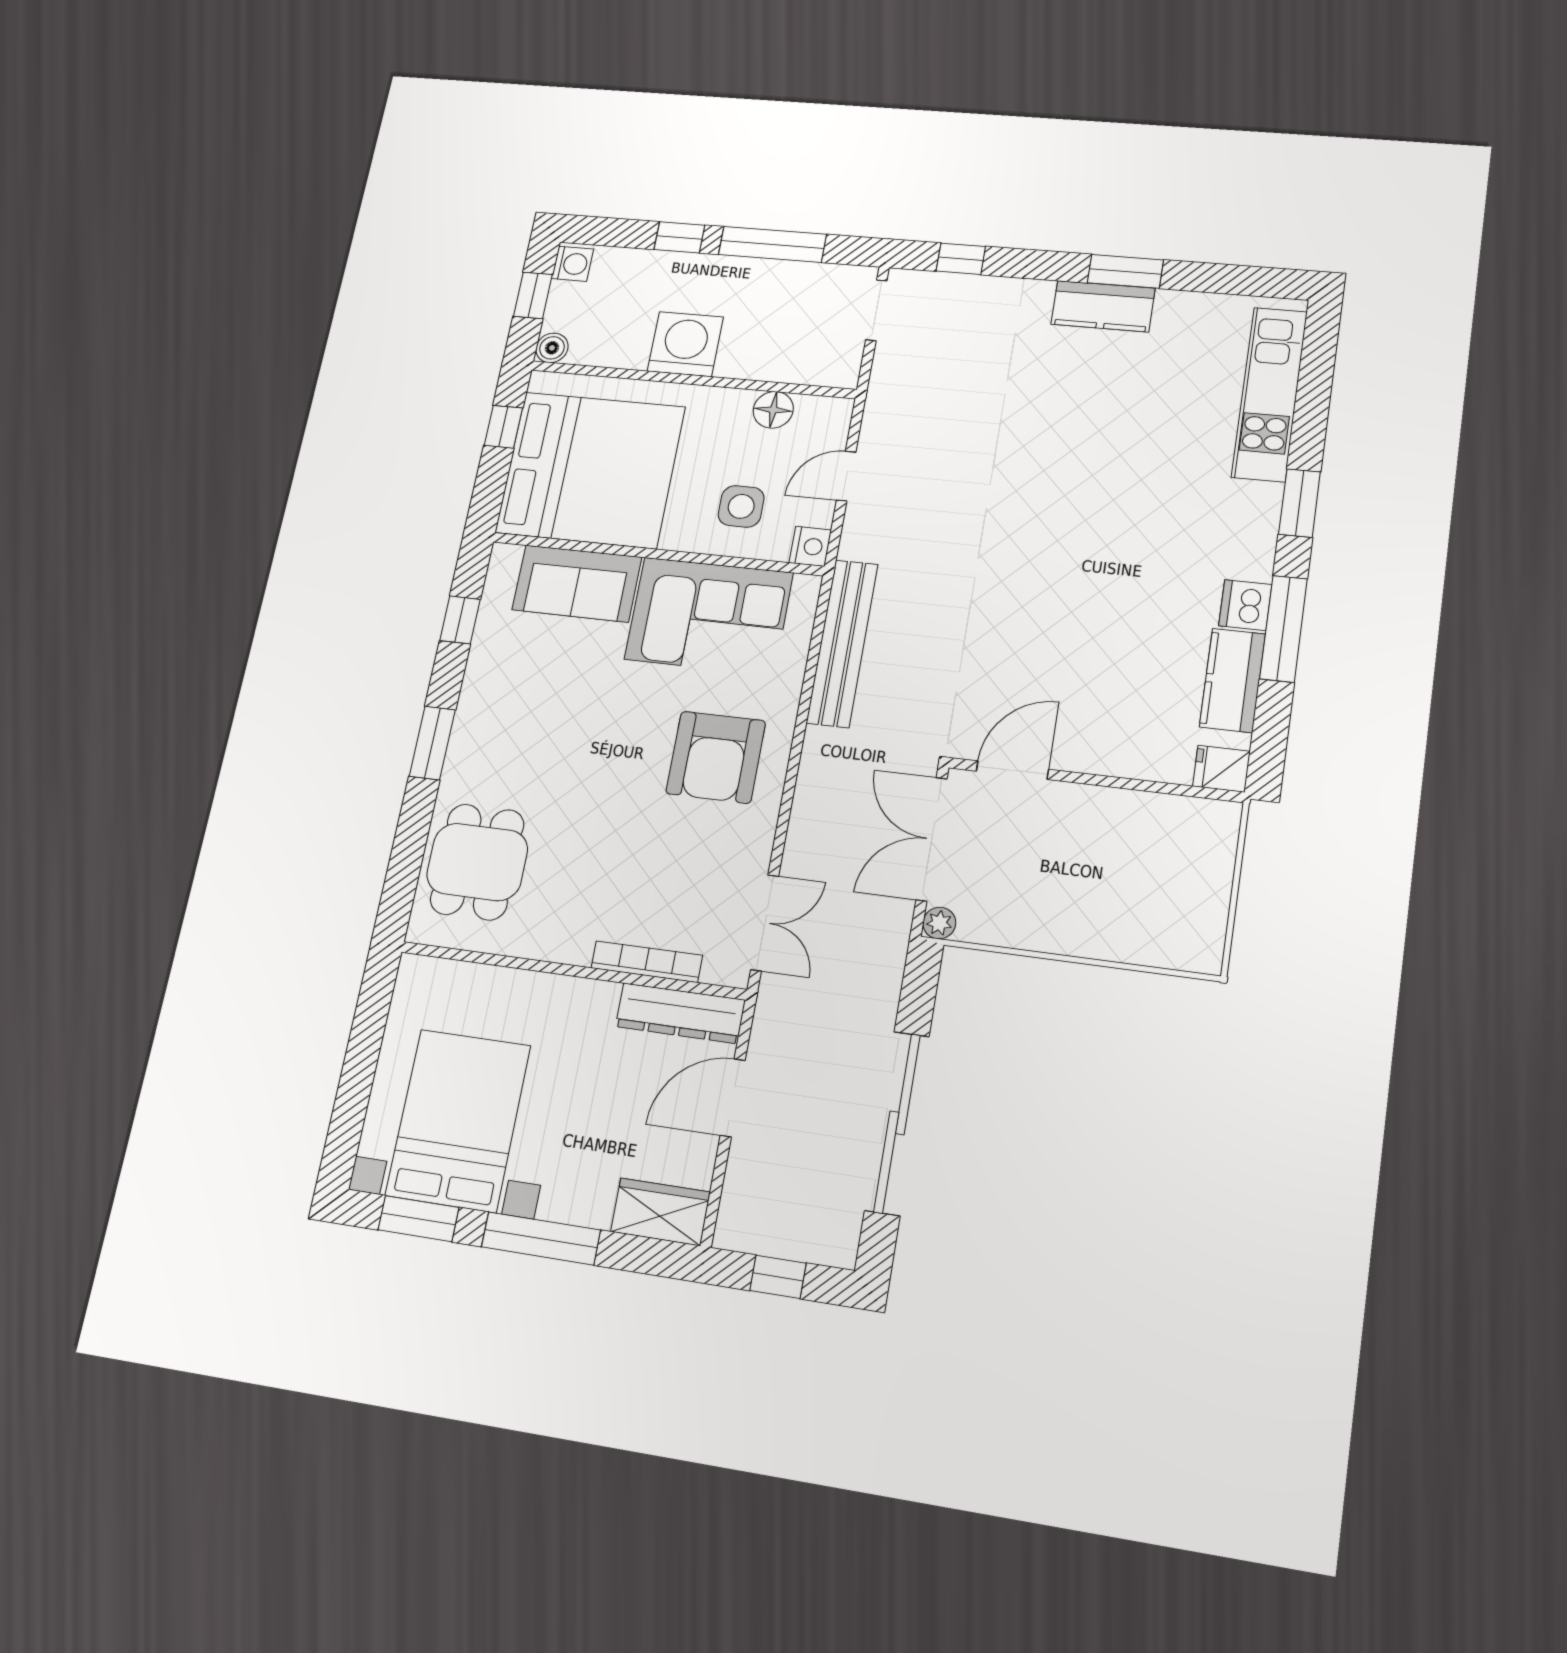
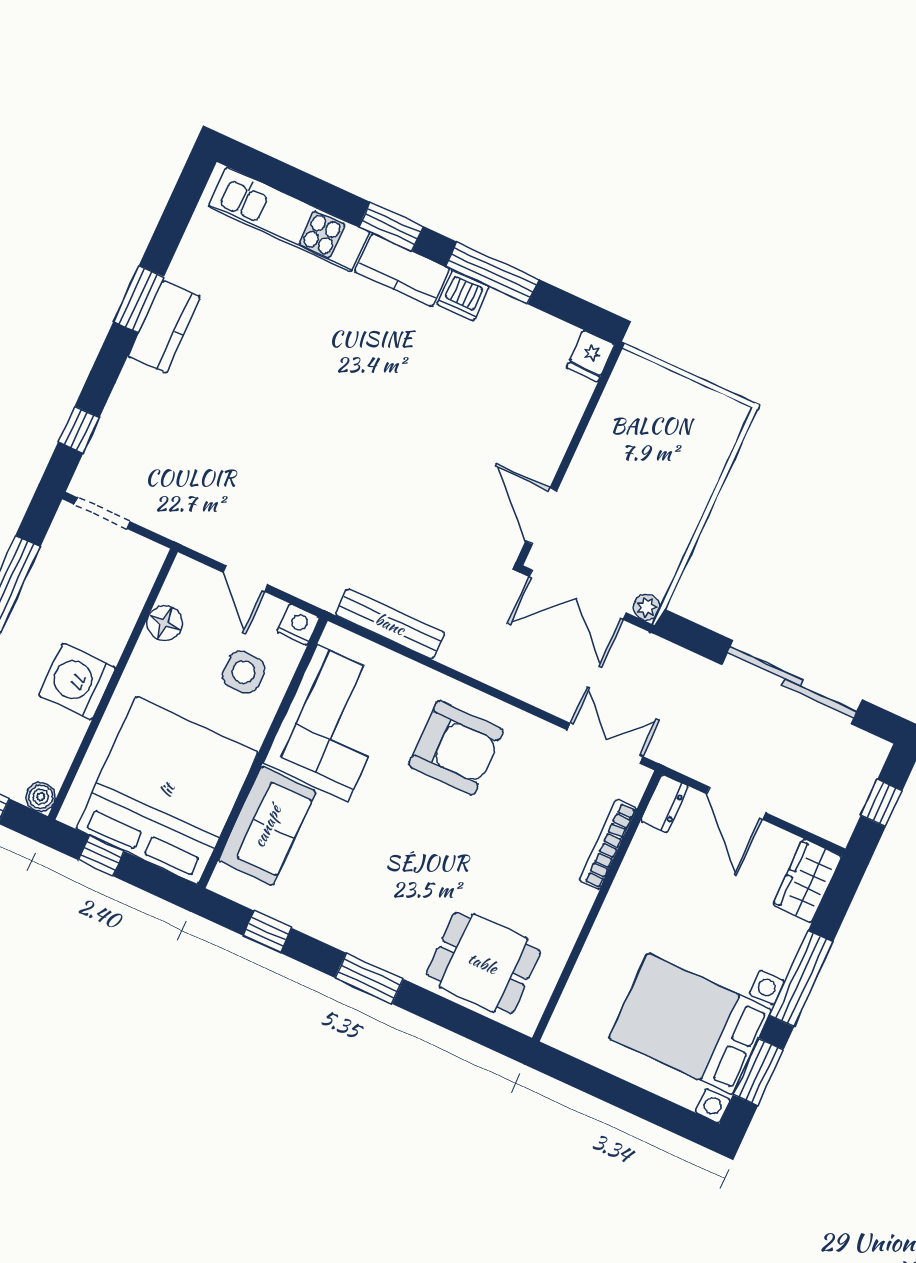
bench: (842, 643) -> (390, 624), width x0.73, depth x0.82
kitchen counter: (1232, 680) -> (402, 270), moved
dresser: (680, 1013) -> (664, 804), width x0.51, depth x0.80

